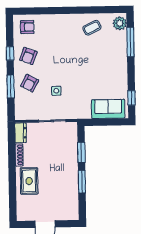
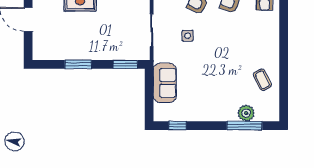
plant: (120, 23) -> (246, 113), moved
sofa: (108, 109) -> (165, 83), moved
window: (81, 152) -> (125, 64), moved

